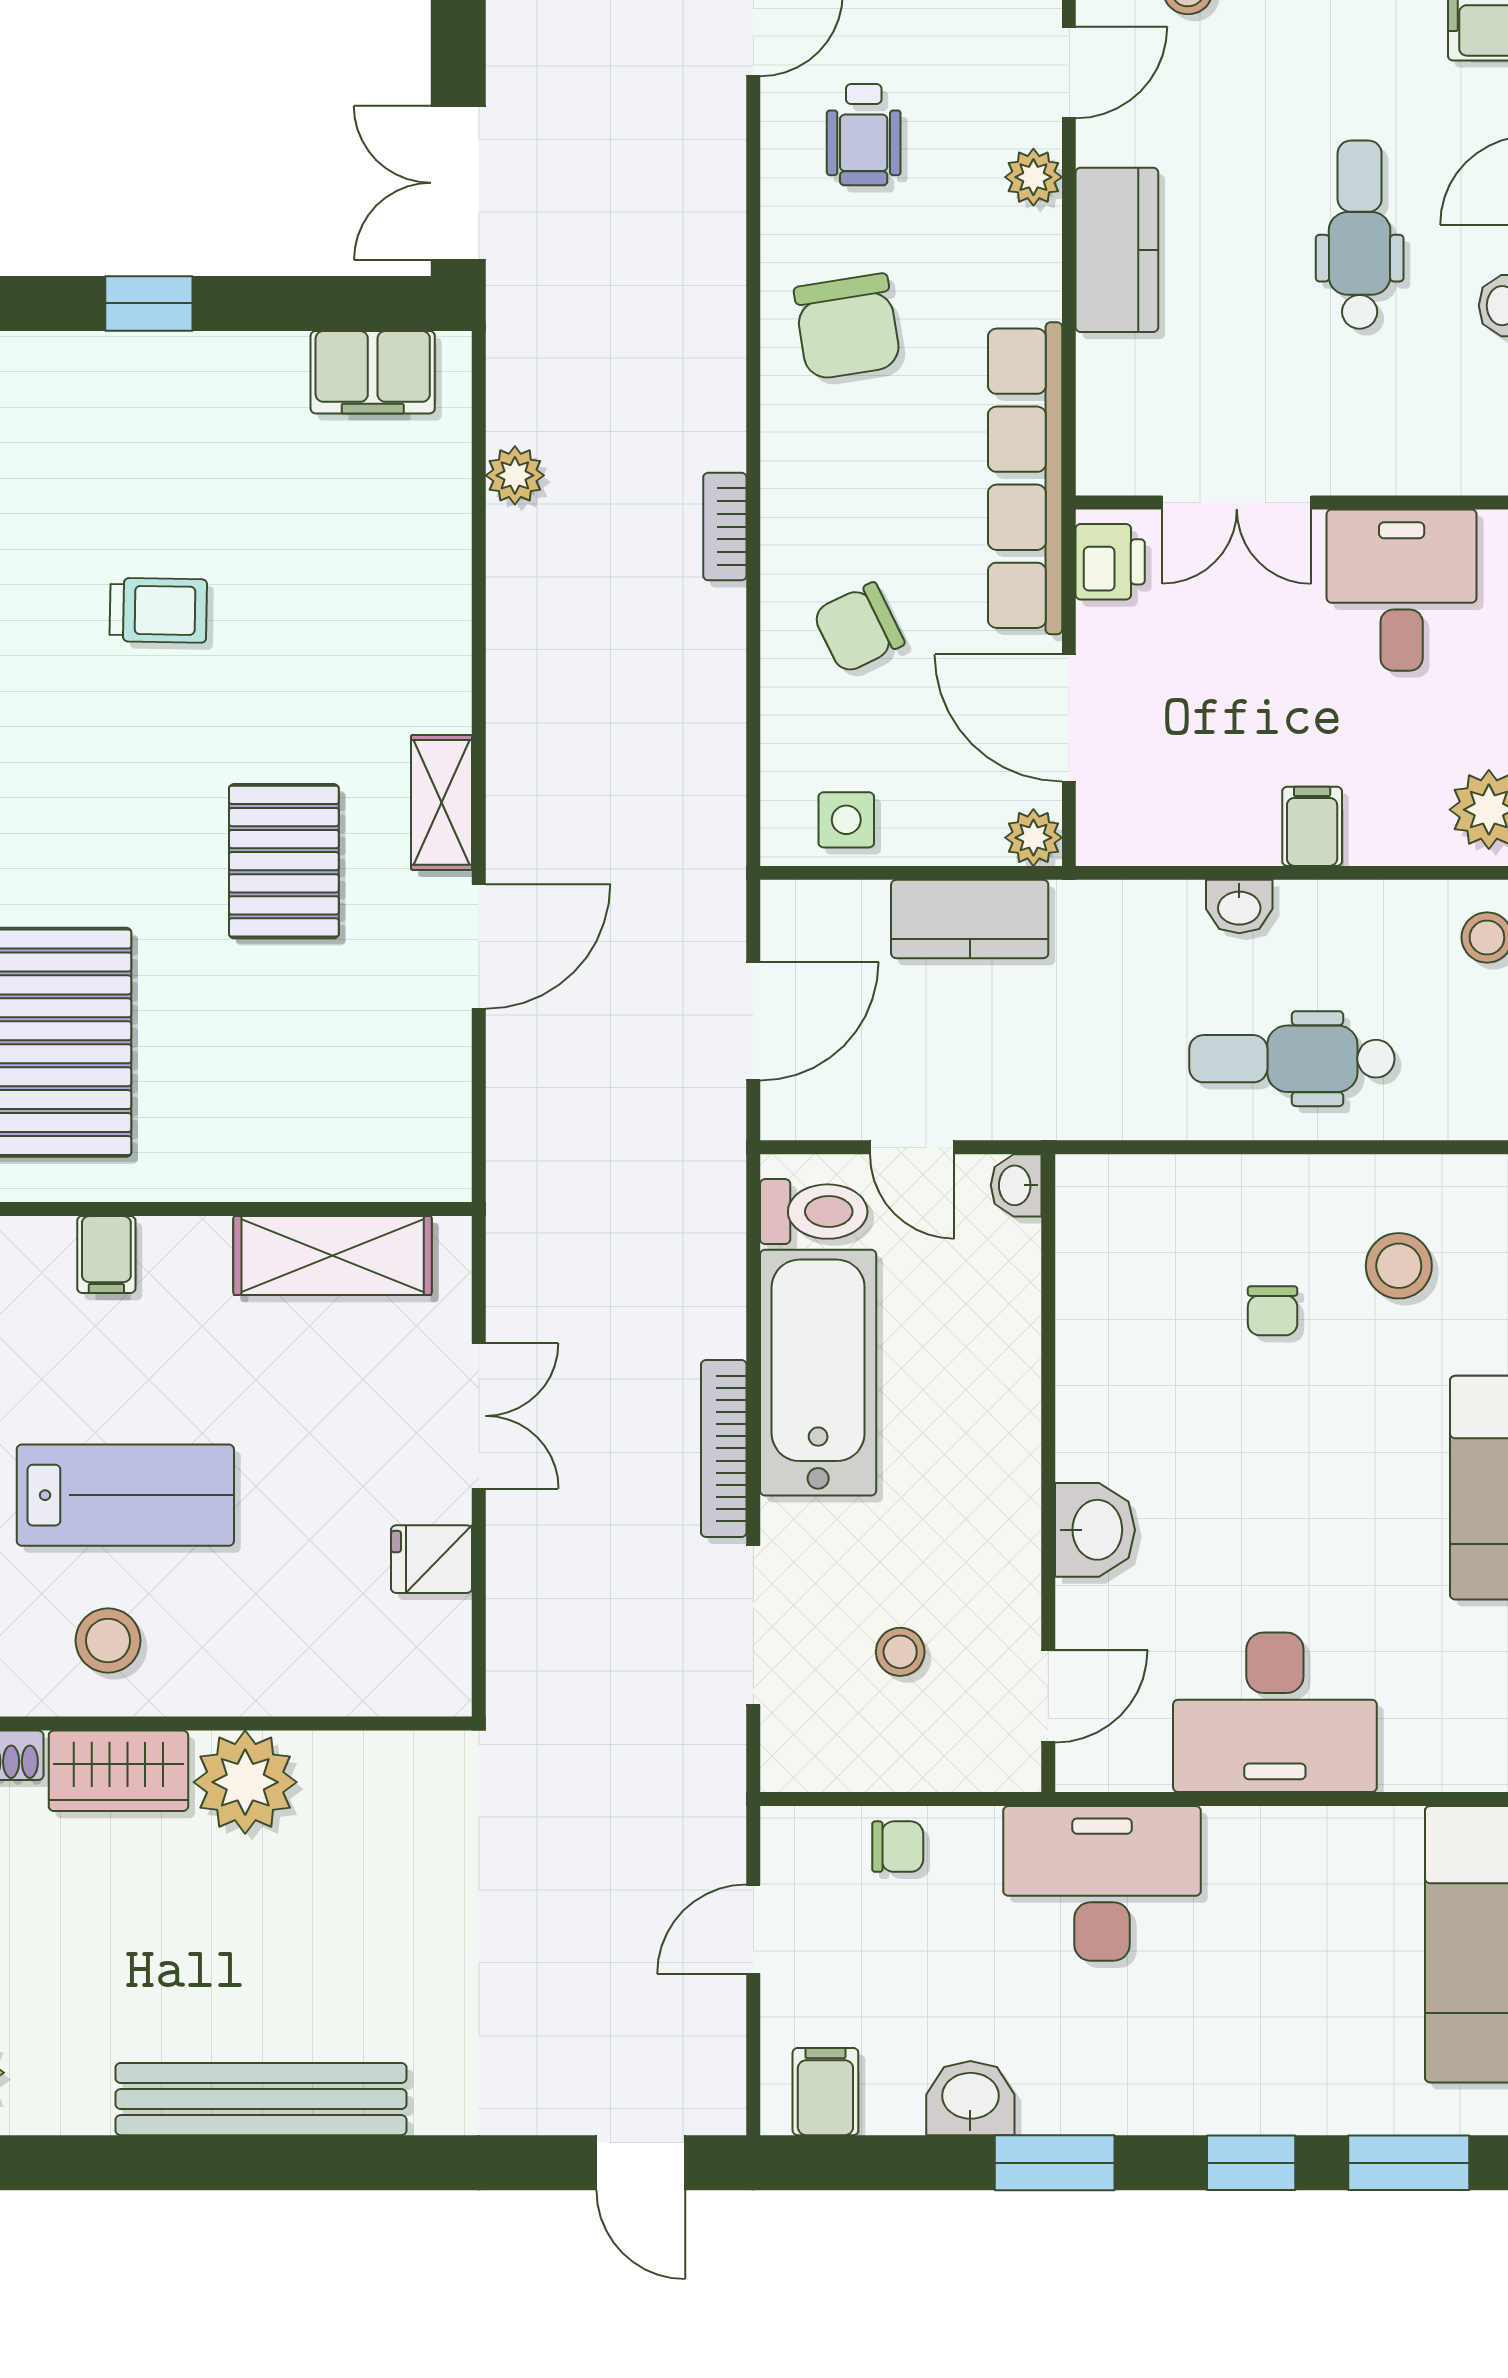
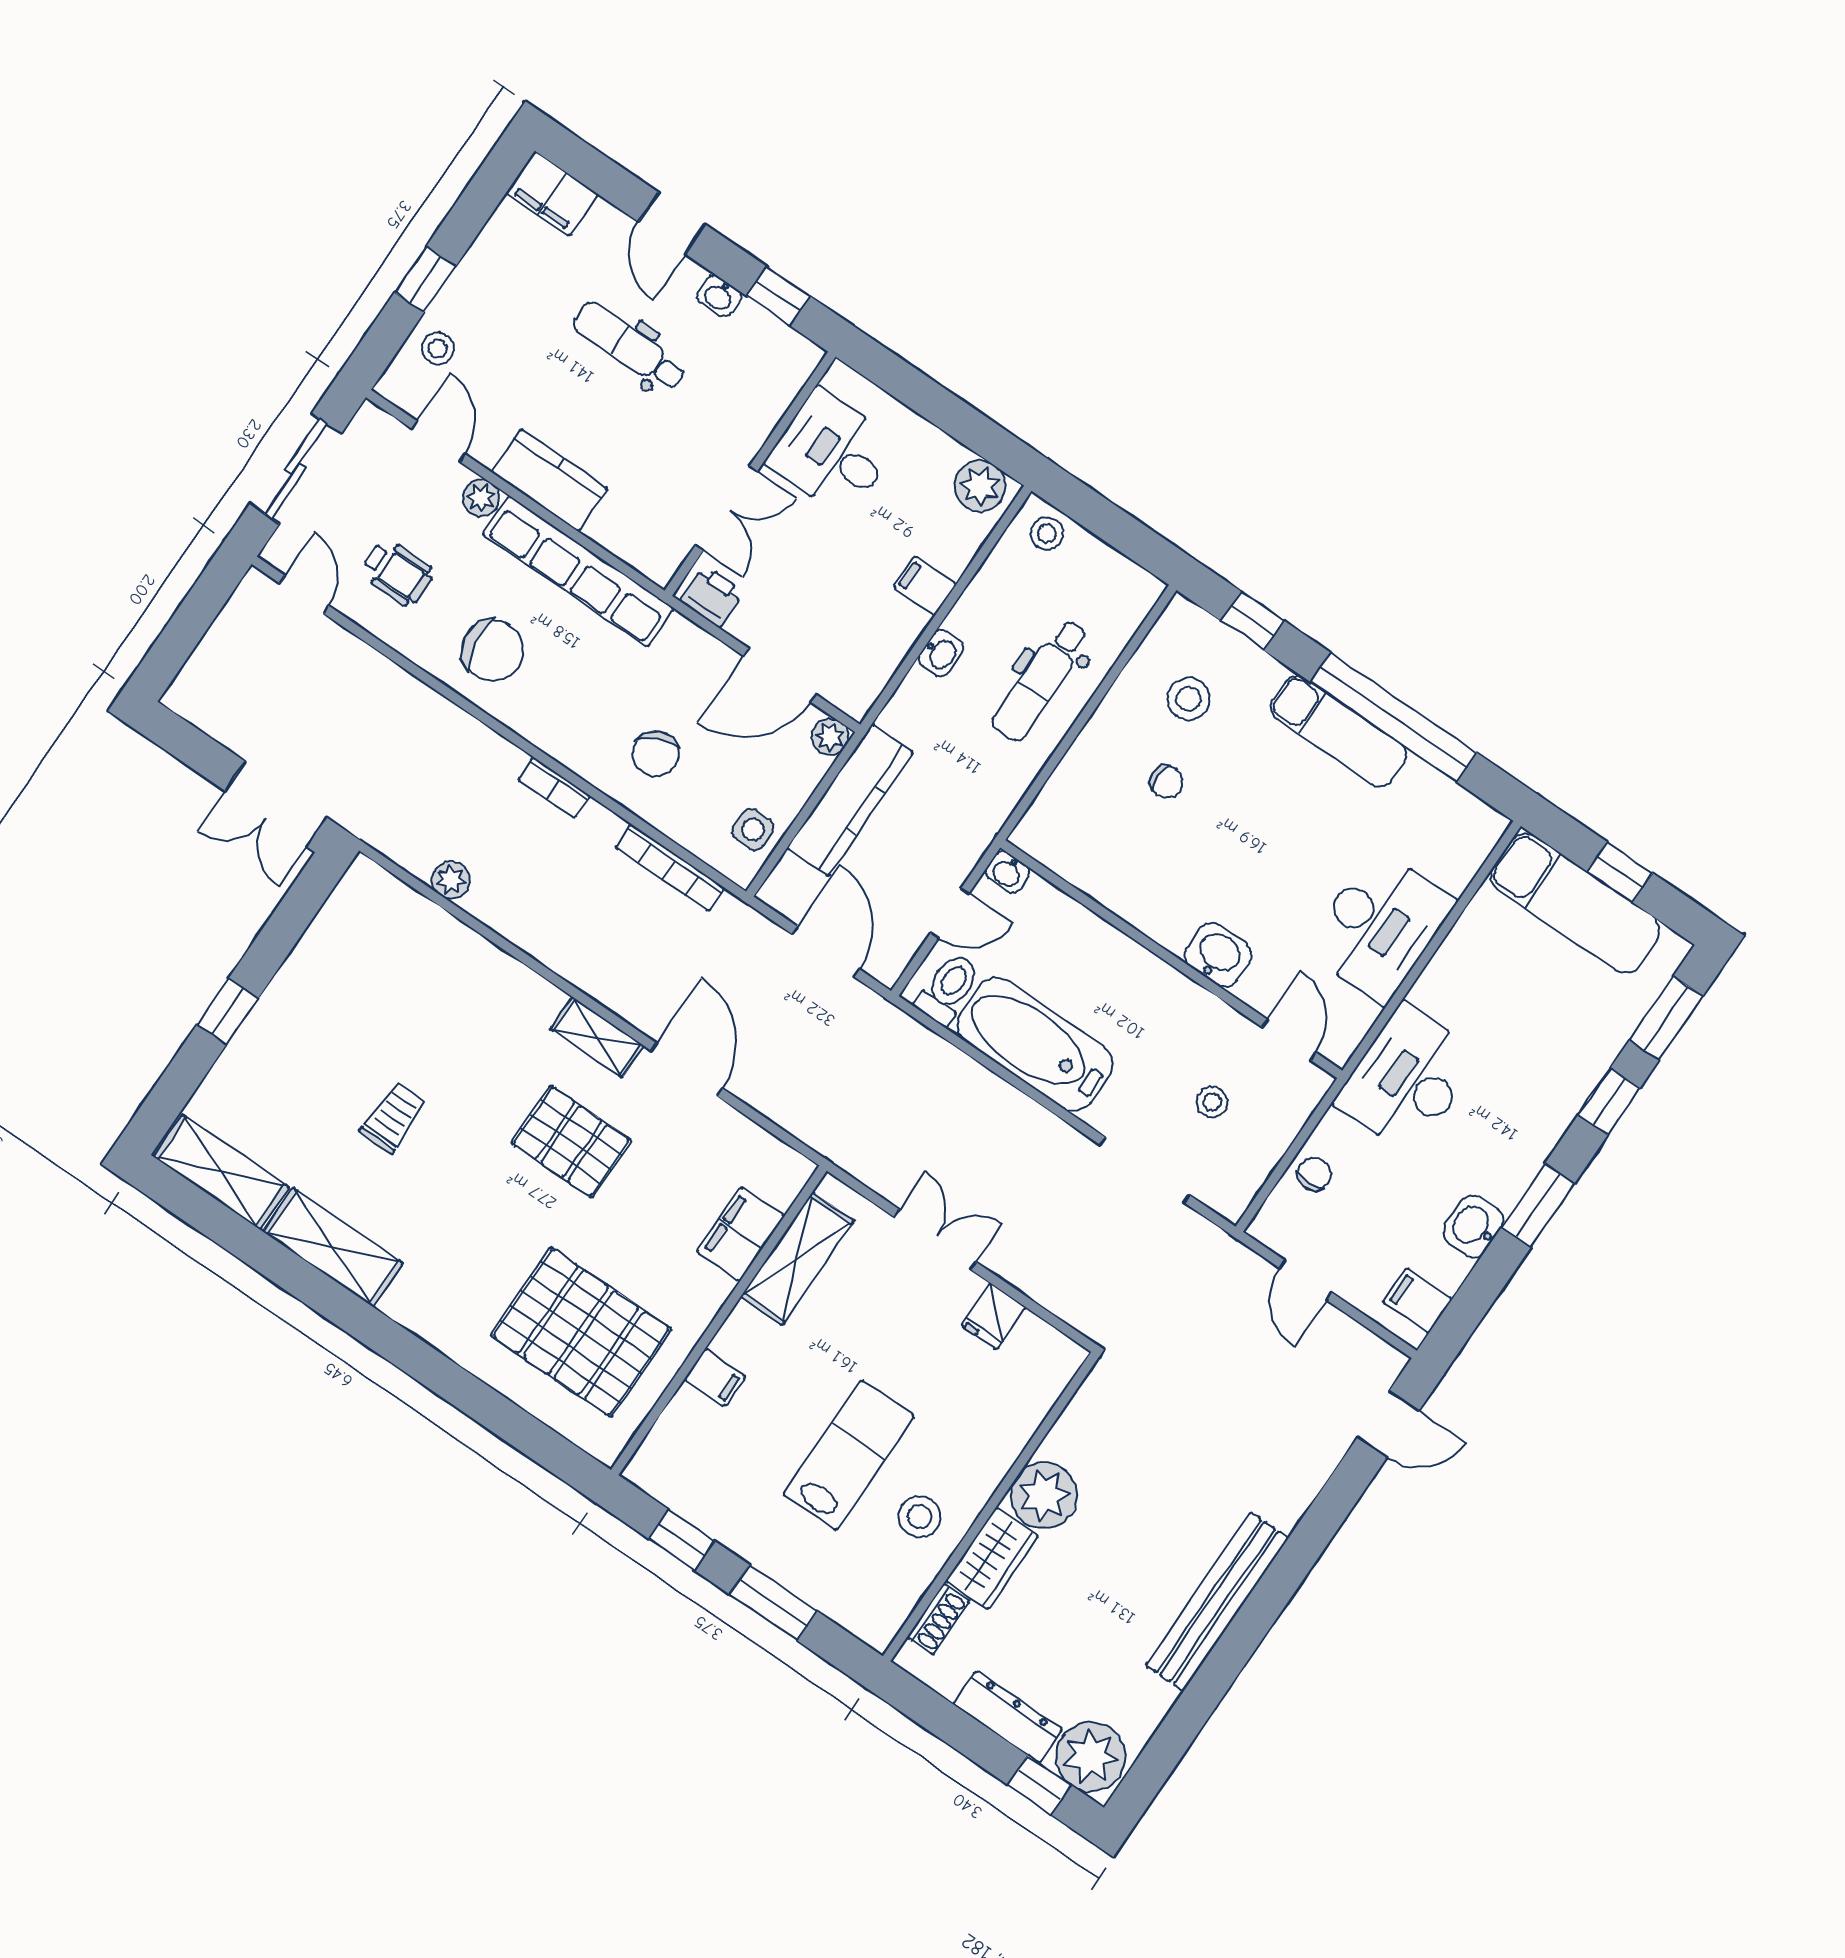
filing cabinet: (373, 372) -> (741, 1234), moved, turned 180
row of seats: (1025, 478) -> (578, 571), moved
kitchen counter: (970, 919) -> (850, 800), width x1.50
bookcase: (724, 1448) -> (670, 868), moved

